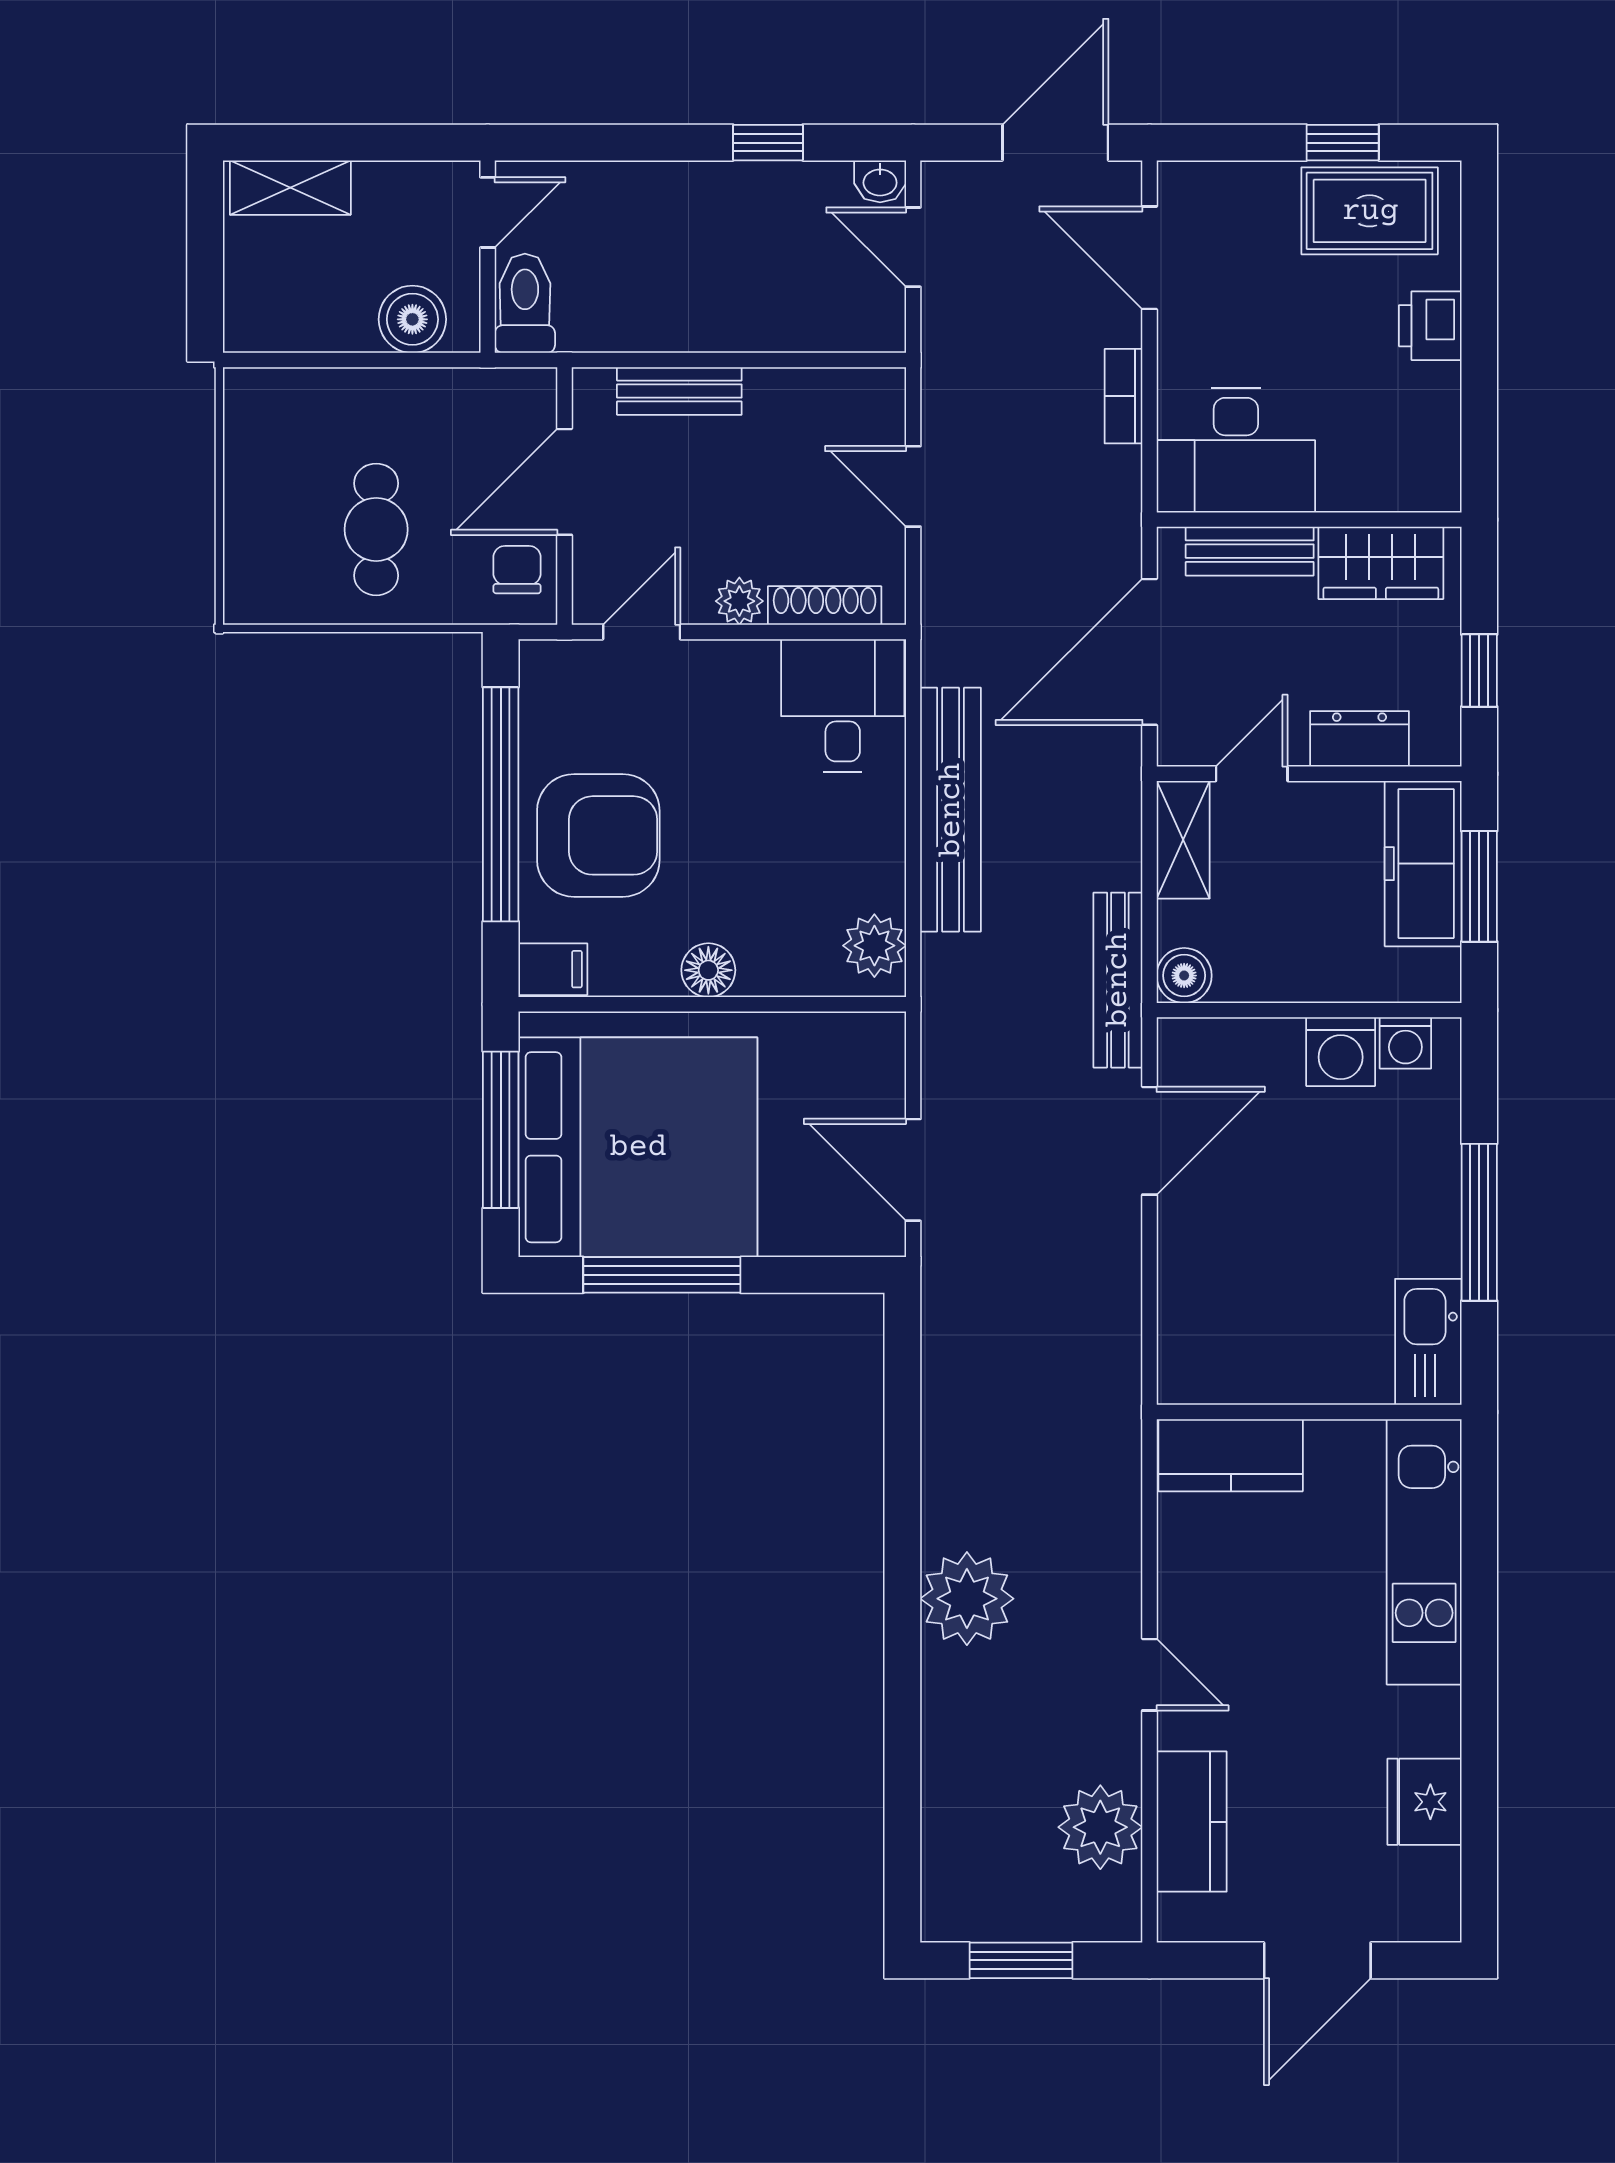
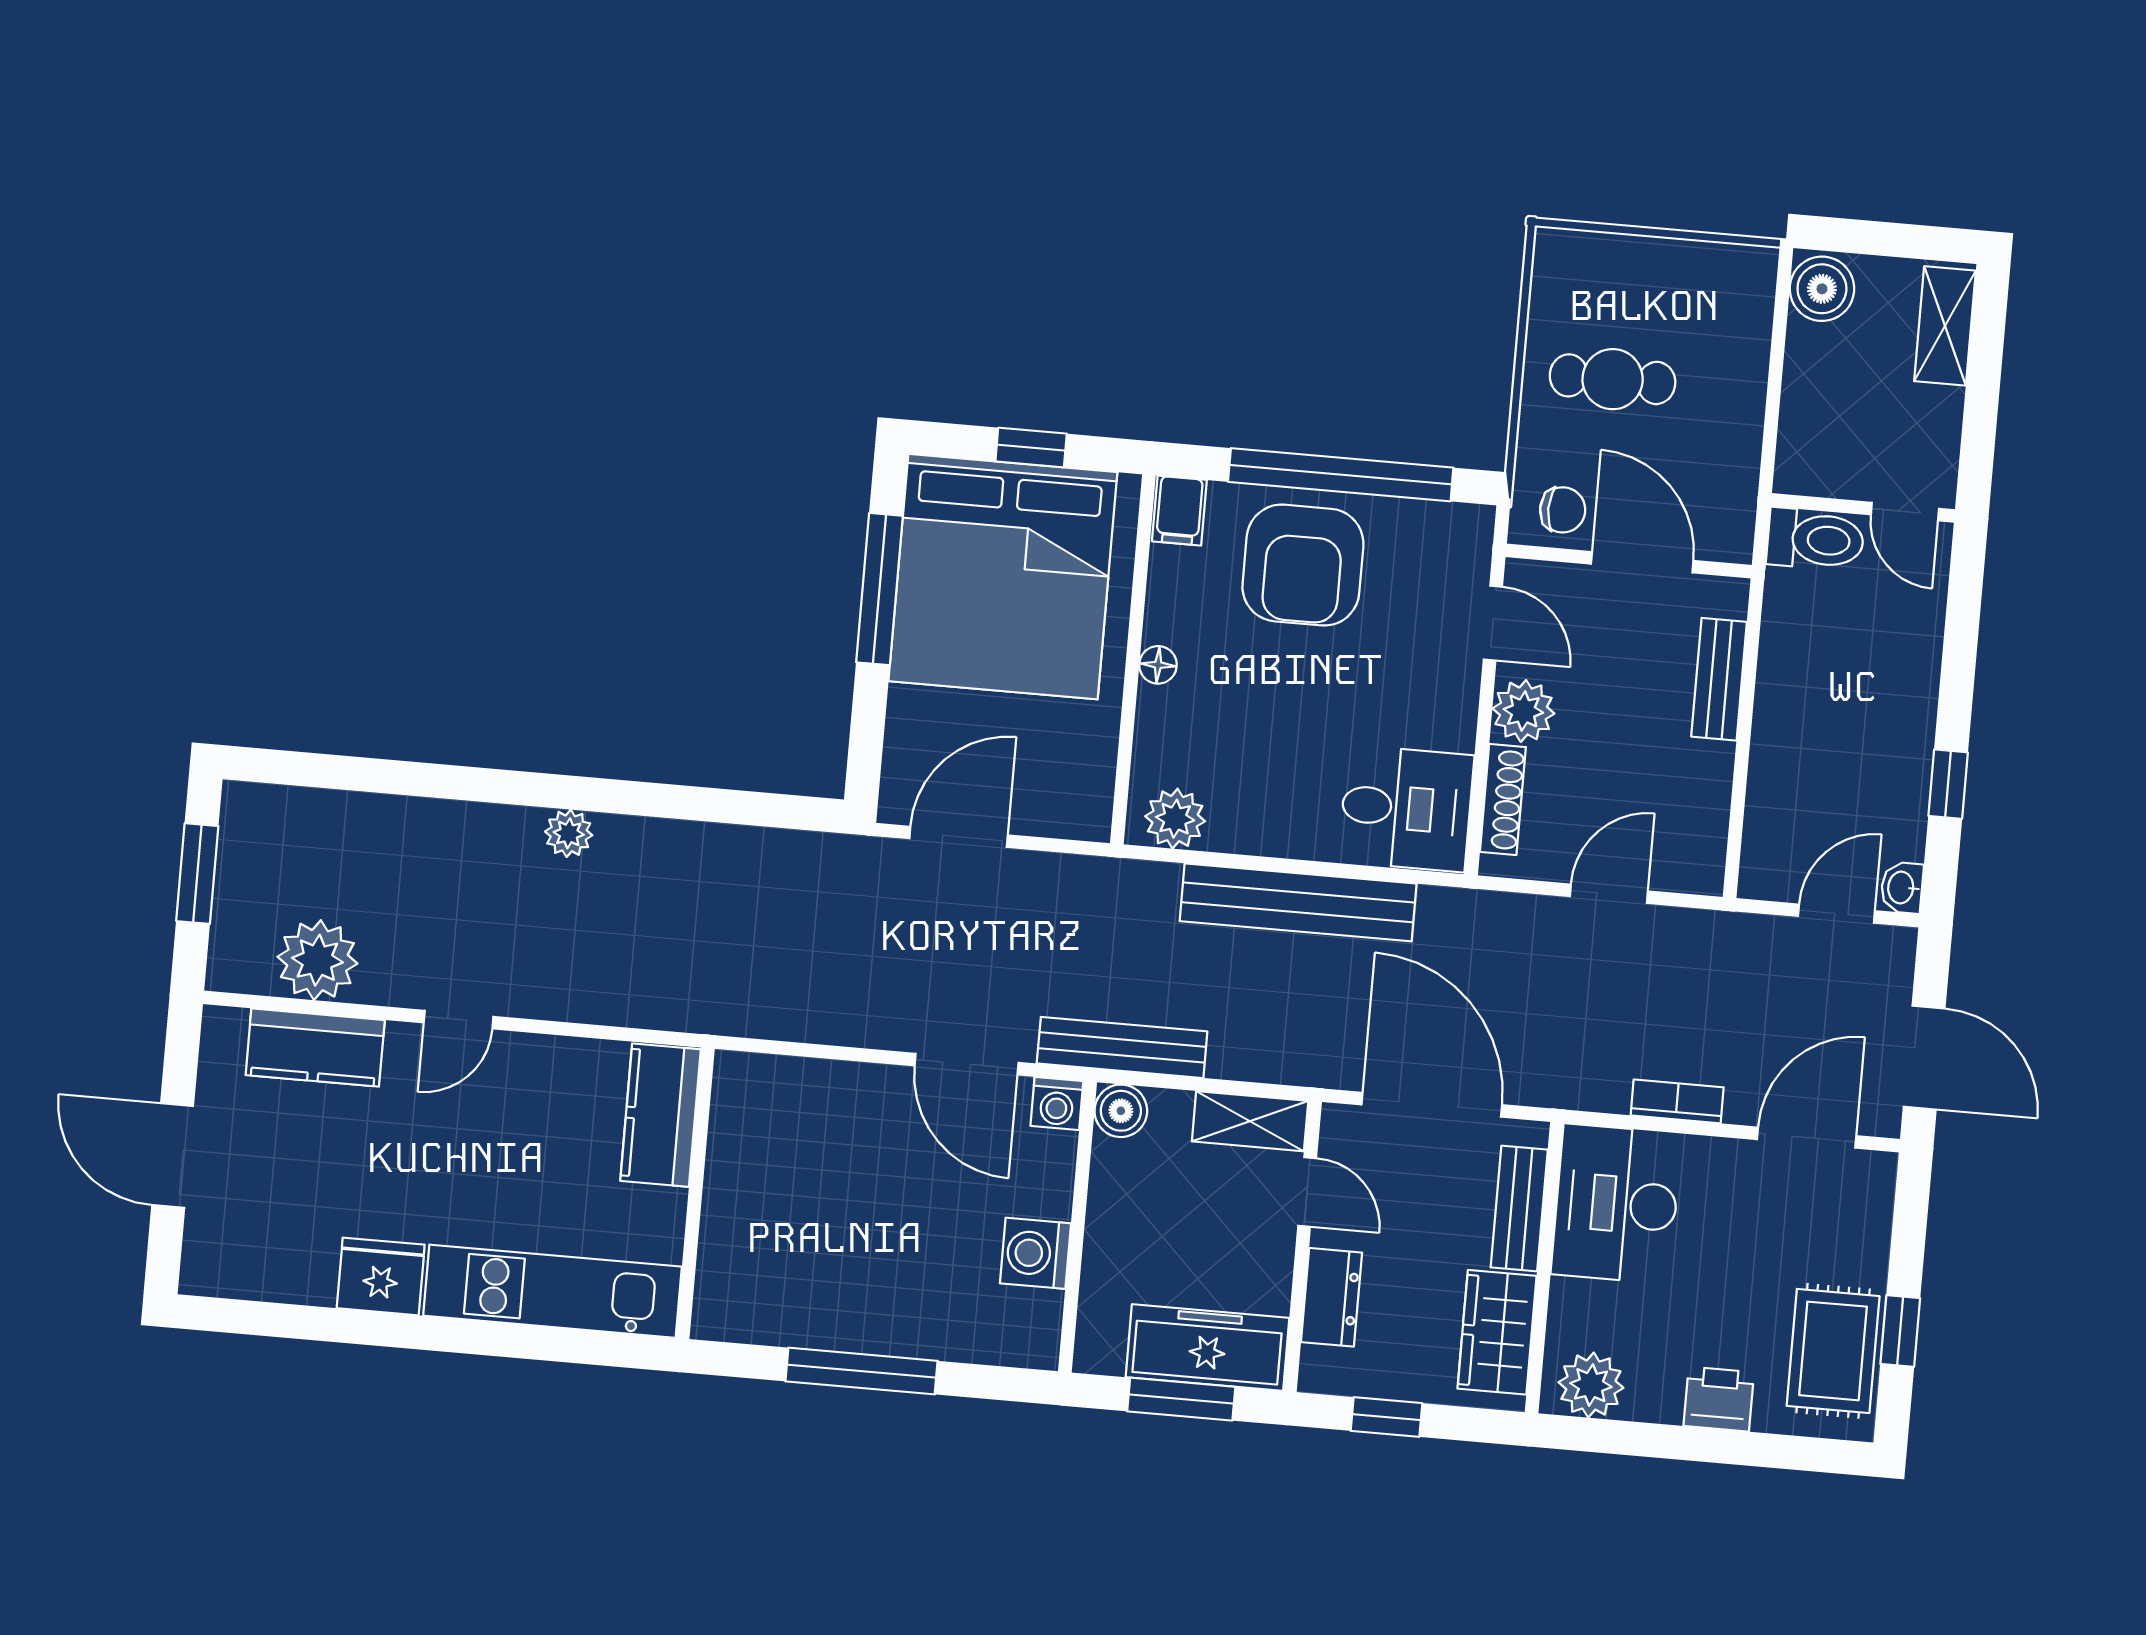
boiler: (412, 319) -> (1822, 289), moved
plant: (1427, 460) -> (1591, 1385), added
plant: (739, 601) -> (1523, 711), width x1.38, depth x1.38
floor lamp: (708, 970) -> (1158, 665), width x0.73, depth x0.73
washing machine: (1405, 1043) -> (1057, 1103), moved, turned -90
window: (501, 1130) -> (1031, 448), width x0.46
kitchen sink: (1428, 1342) -> (752, 1313), removed
plant: (967, 1599) -> (569, 833), width x0.53, depth x0.53
fridge: (1424, 1802) -> (381, 1276), moved

